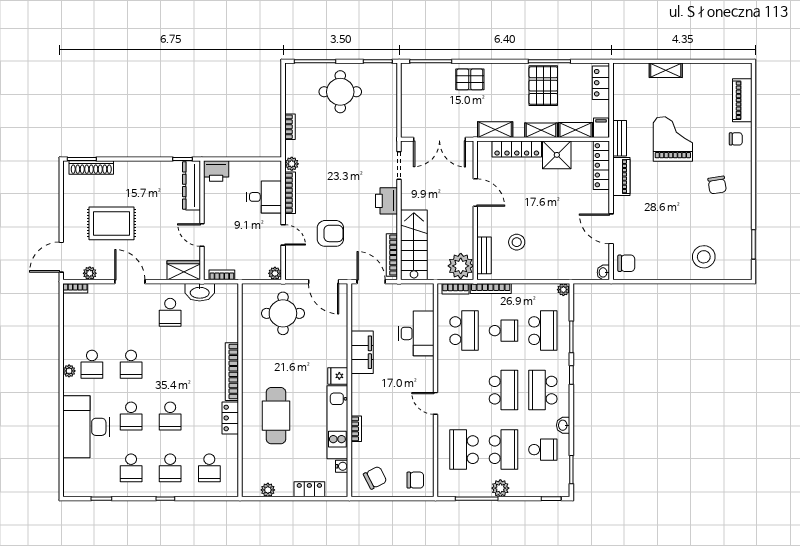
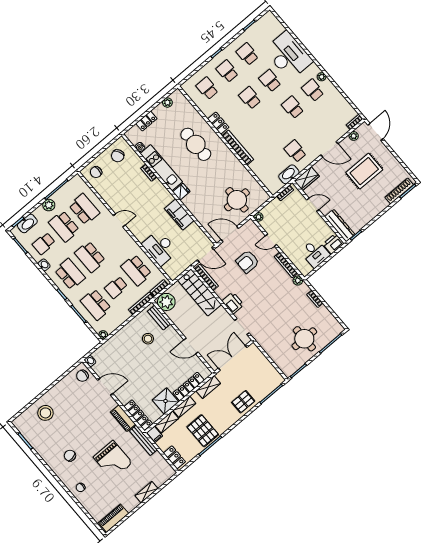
piano: (742, 100) -> (114, 518), moved, turned -90
bench: (620, 138) -> (143, 440), width x1.36
desk: (264, 197) -> (315, 253), moved, turned -90
washbasin: (542, 488) -> (27, 223), added

